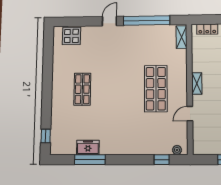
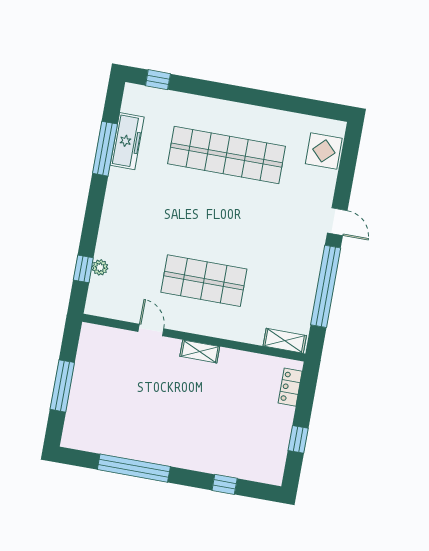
shop shelf: (82, 89) -> (227, 155), width x2.00, depth x1.36
freezer: (88, 147) -> (127, 141), width x1.40
plant: (177, 150) -> (100, 267), moved

